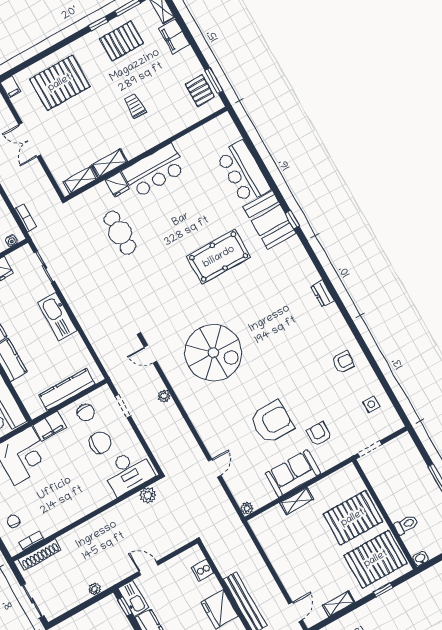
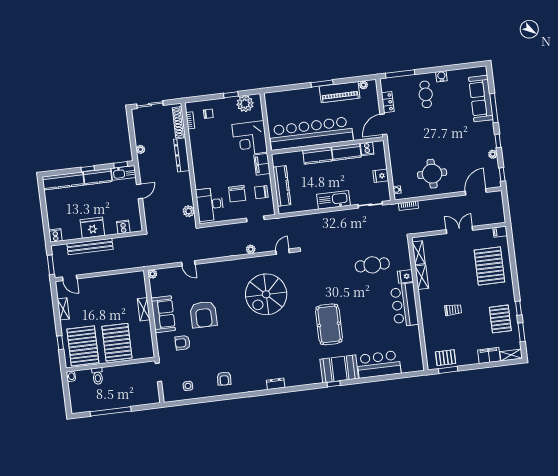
armchair: (319, 434) -> (182, 343), turned 180
dresser: (80, 534) -> (182, 155), added

